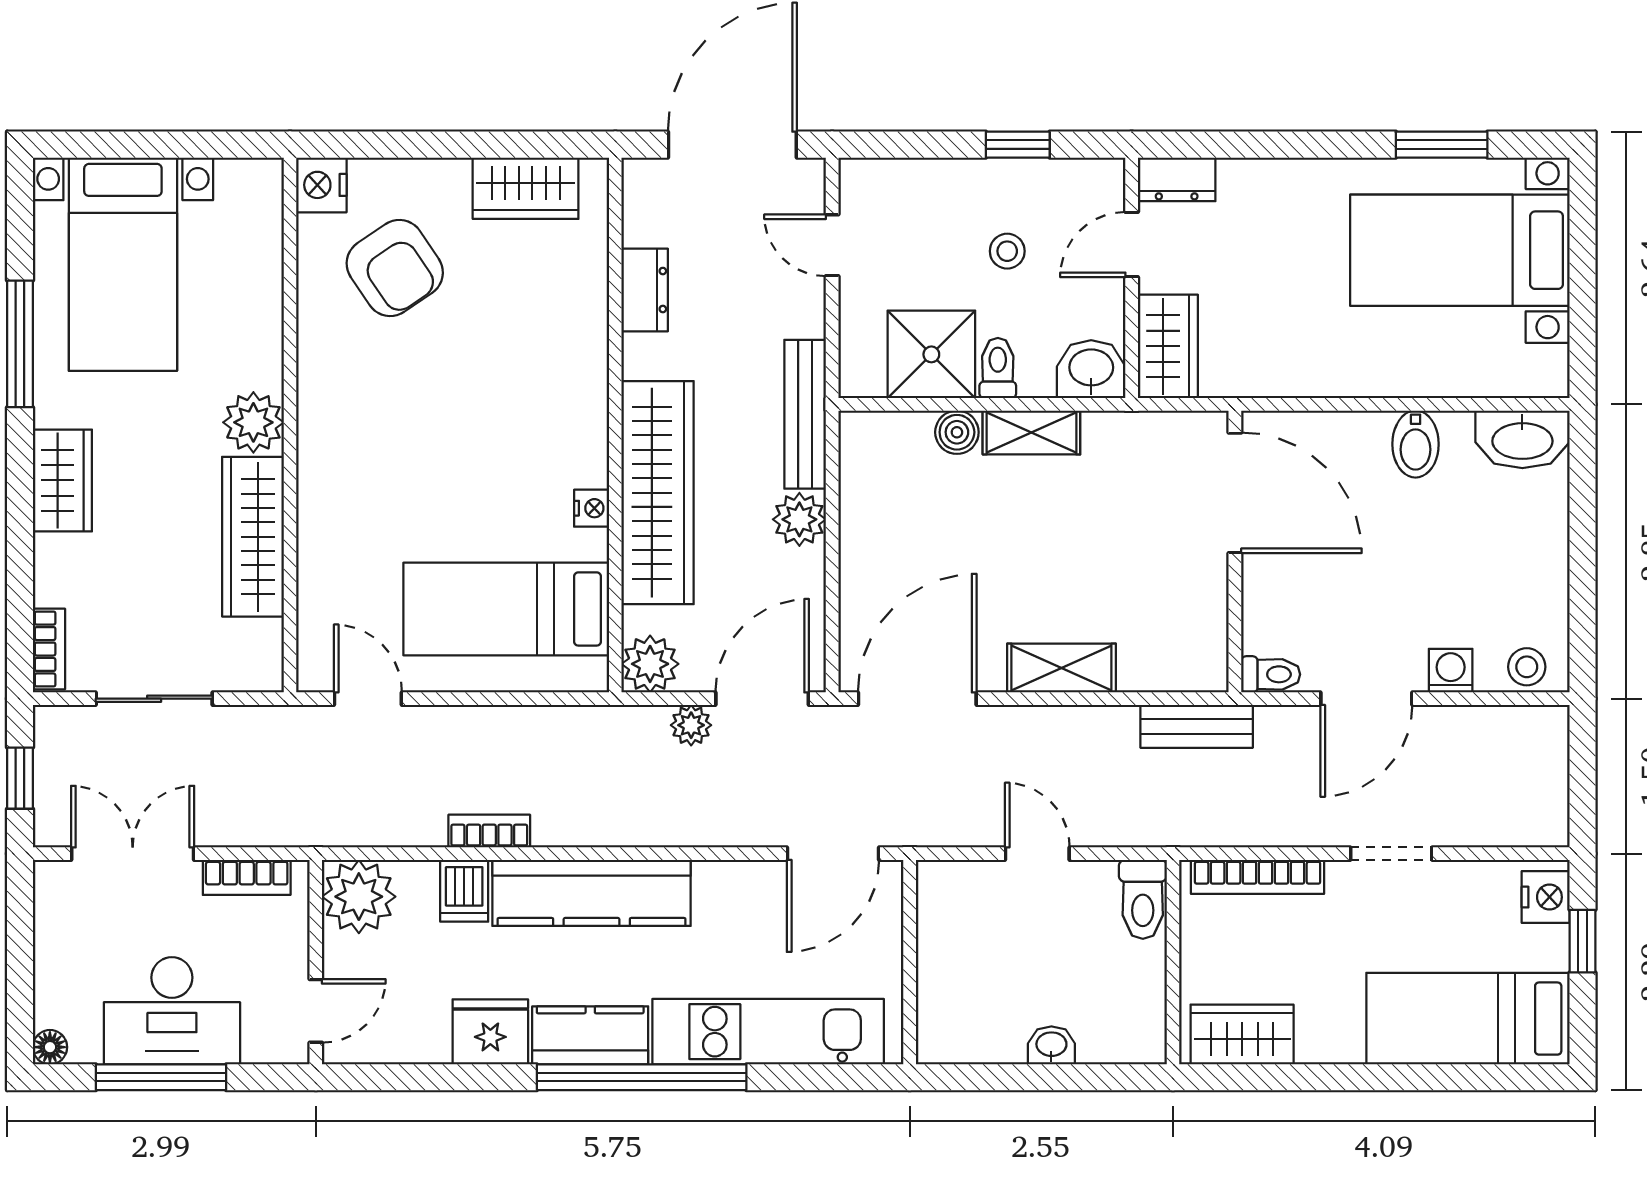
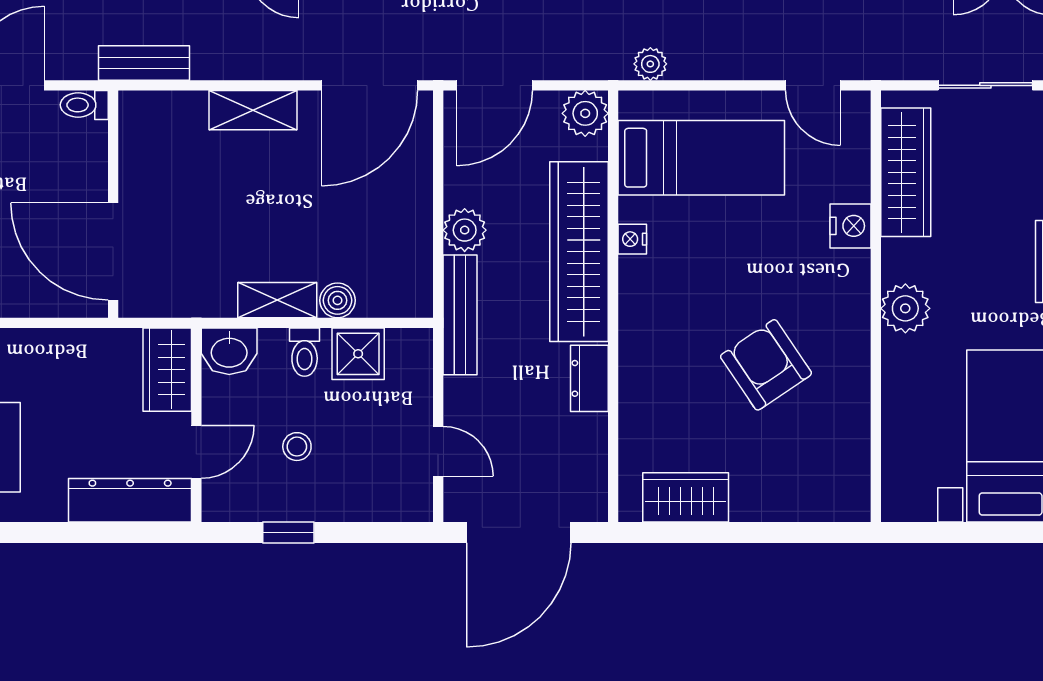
dresser: (1177, 179) -> (130, 500), width x1.96, depth x1.24
nightstand: (321, 185) -> (850, 226), moved
armchair: (395, 268) -> (766, 365), moved
dresser: (645, 290) -> (589, 378), moved
shower: (931, 354) -> (358, 354), width x0.73, depth x0.73
wardrobe: (253, 537) -> (906, 172), moved
plant: (691, 725) -> (650, 64), moved

